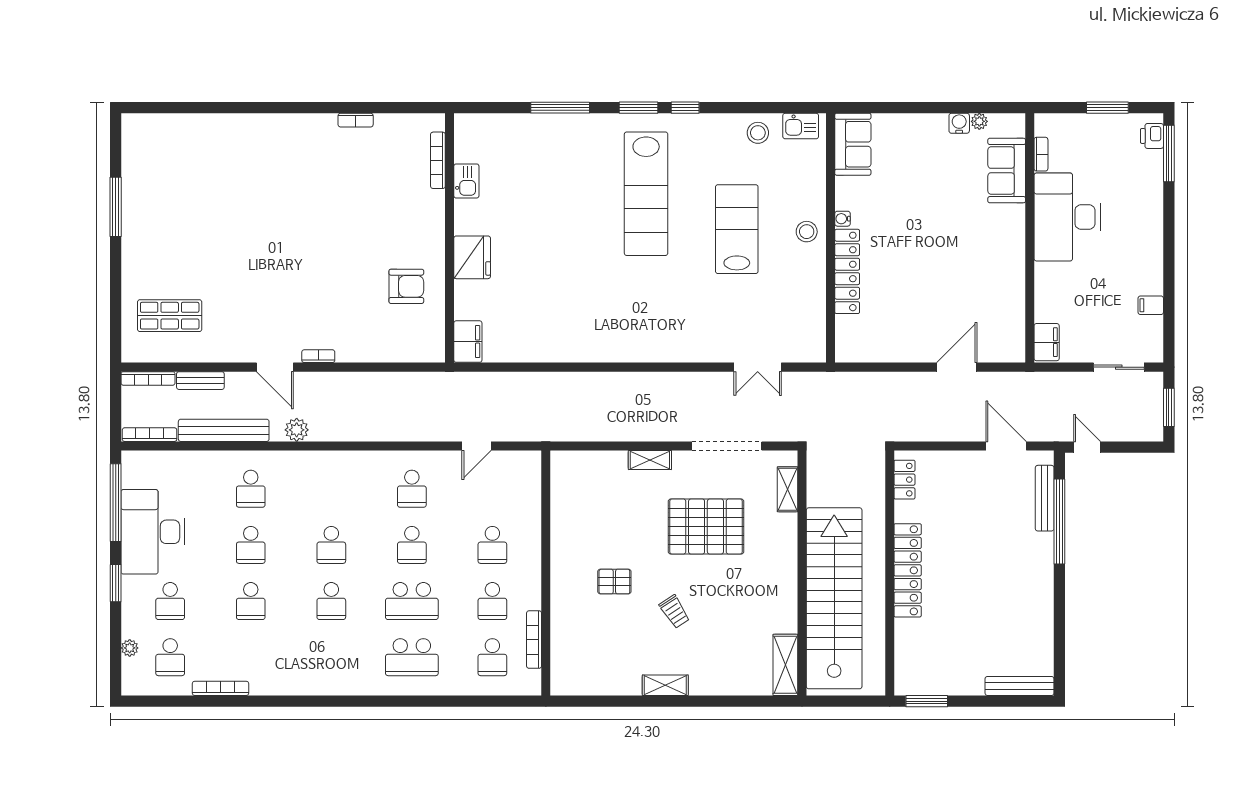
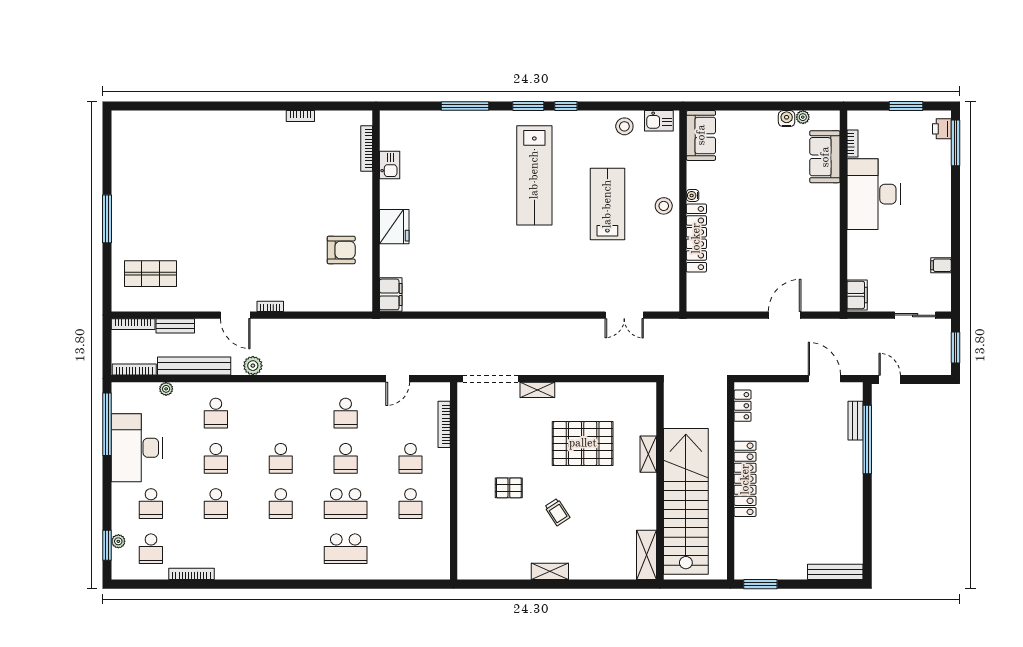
window: (116, 207) -> (107, 219), moved
doorway: (727, 446) -> (491, 379), moved
plant: (189, 459) -> (166, 389), added
shelving: (787, 489) -> (648, 454), moved
bench: (1045, 498) -> (855, 421), width x0.73
window: (116, 583) -> (107, 545), moved
bookcase: (534, 640) -> (444, 424), moved
school desk: (492, 657) -> (411, 549), removed

